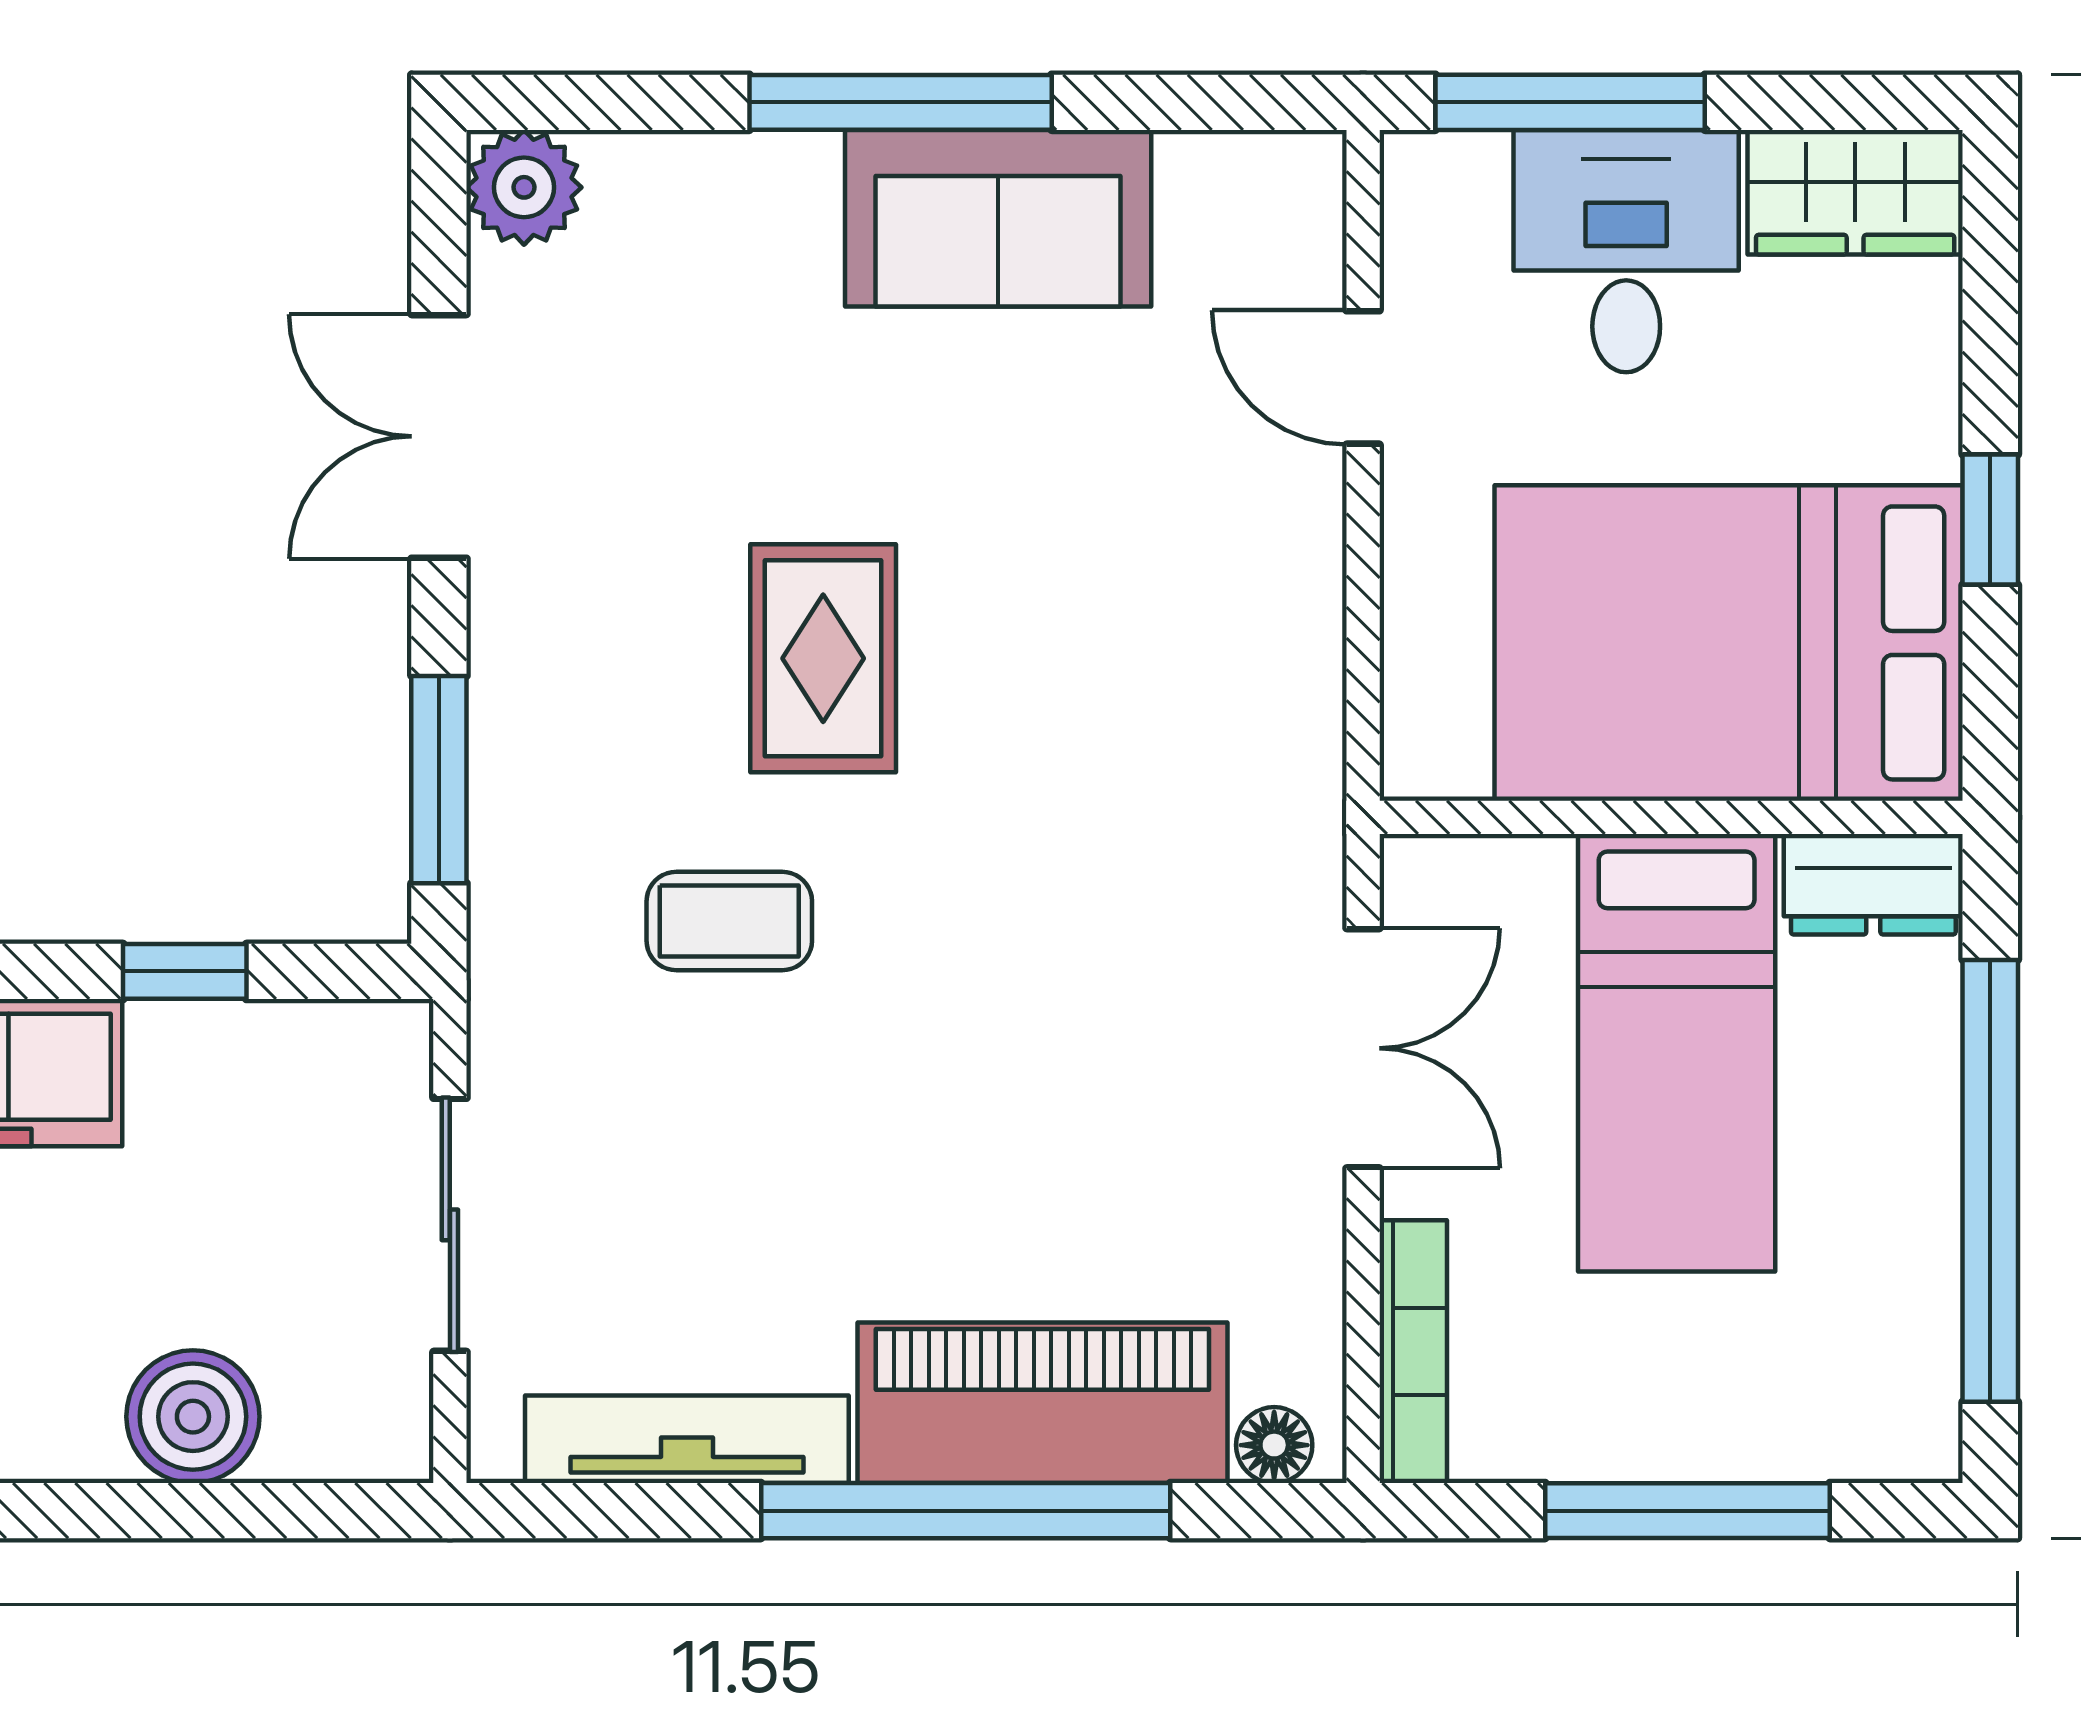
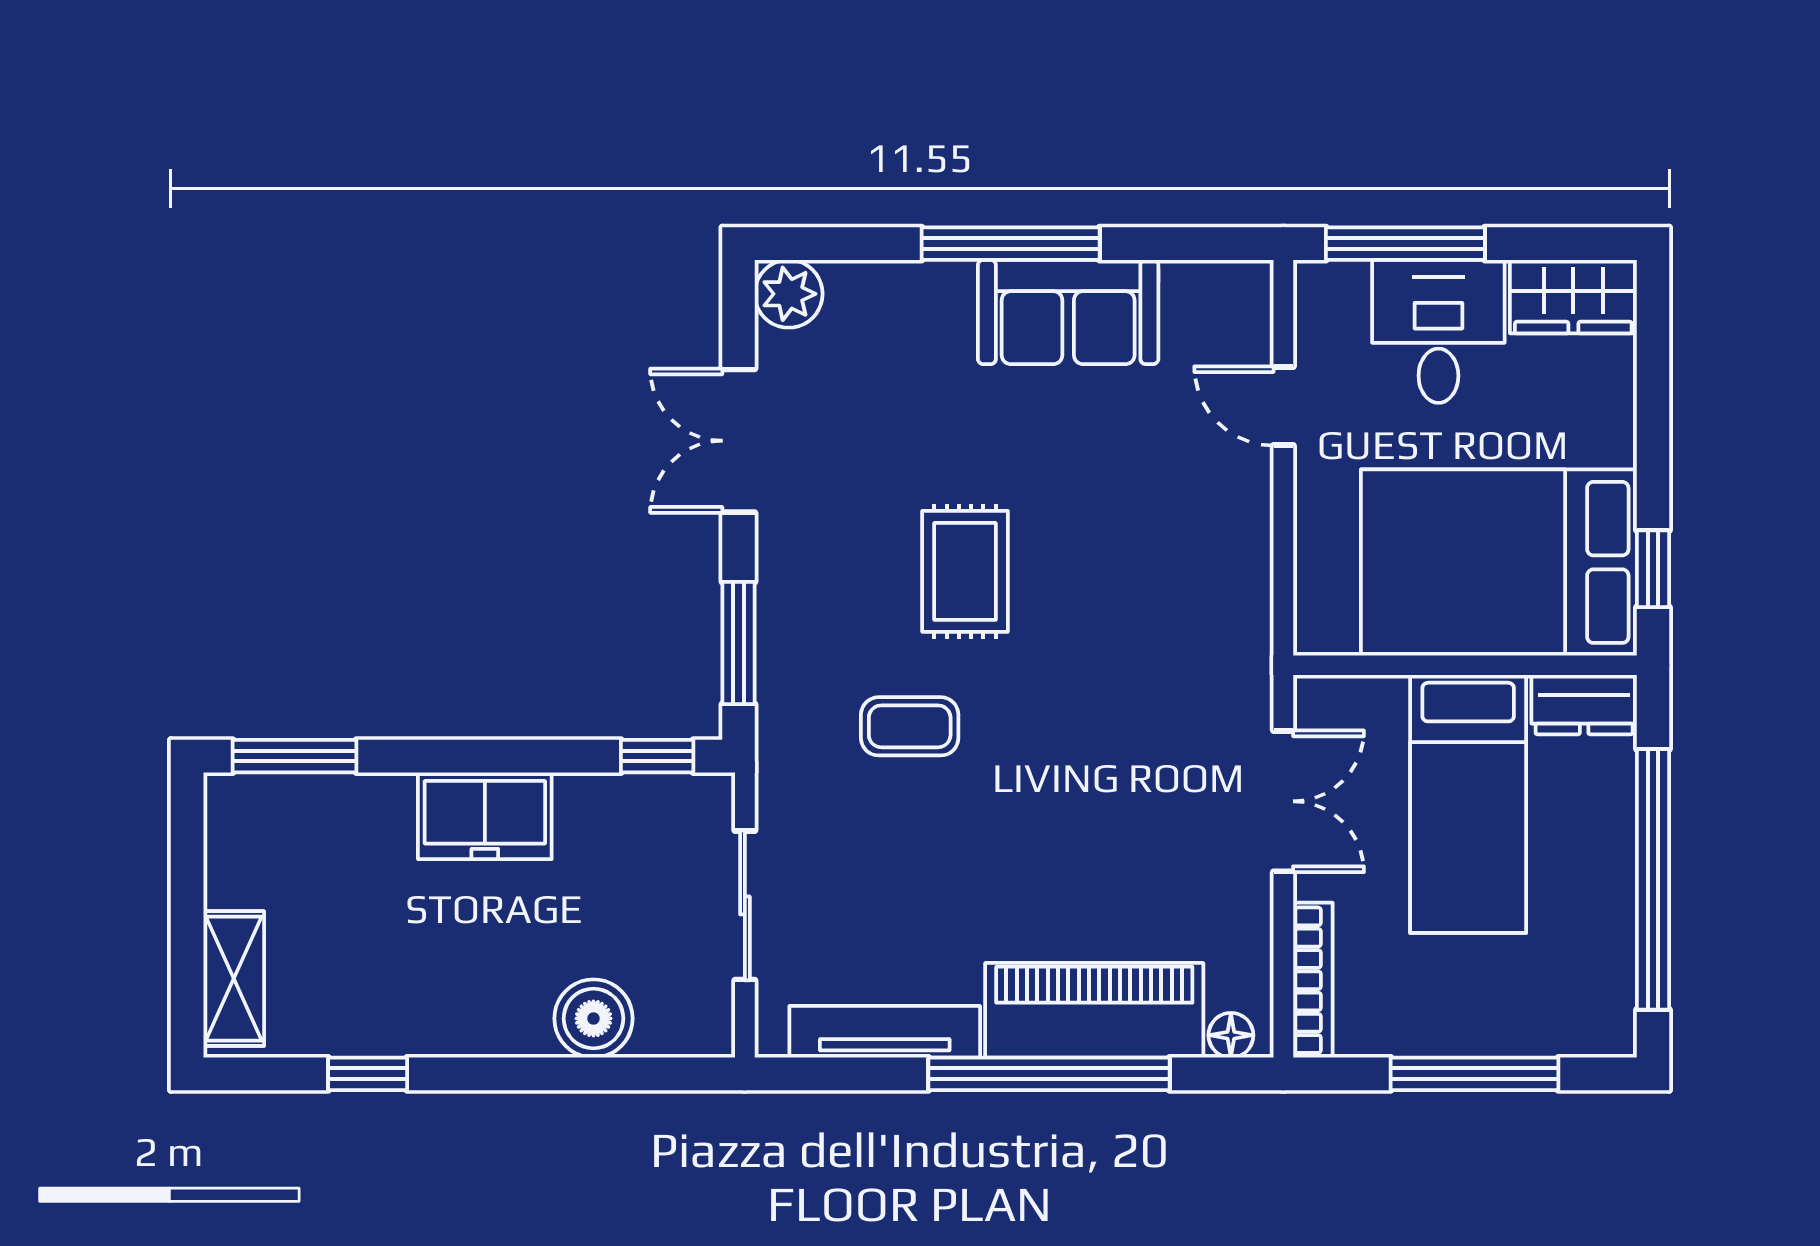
window: (1990, 520) -> (1653, 569), moved
window: (185, 971) -> (657, 756), moved

